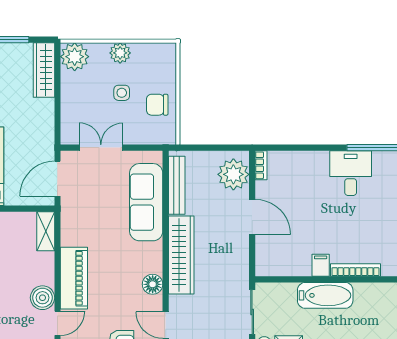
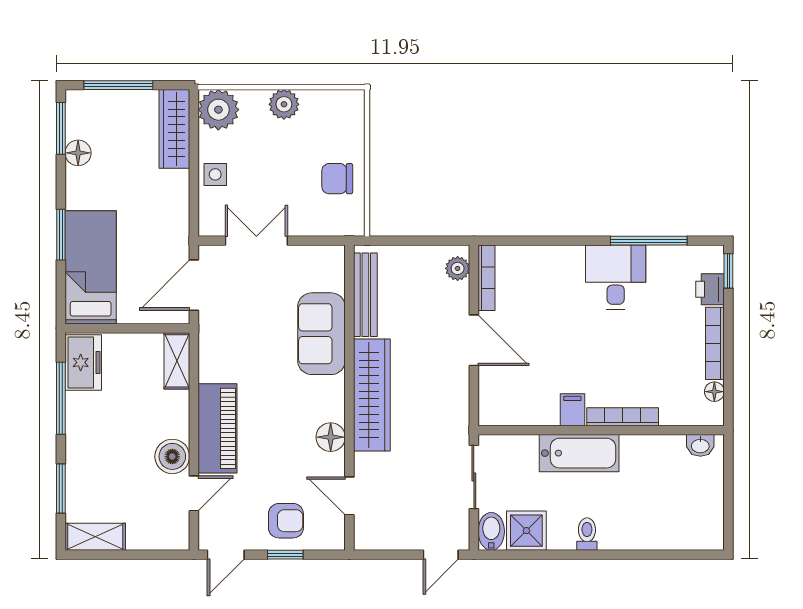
side table: (122, 93) -> (215, 174), moved
bookcase: (261, 165) -> (487, 278), width x1.56
plant: (233, 174) -> (458, 268), width x0.53, depth x0.53
sofa: (146, 202) -> (321, 334), width x0.73

